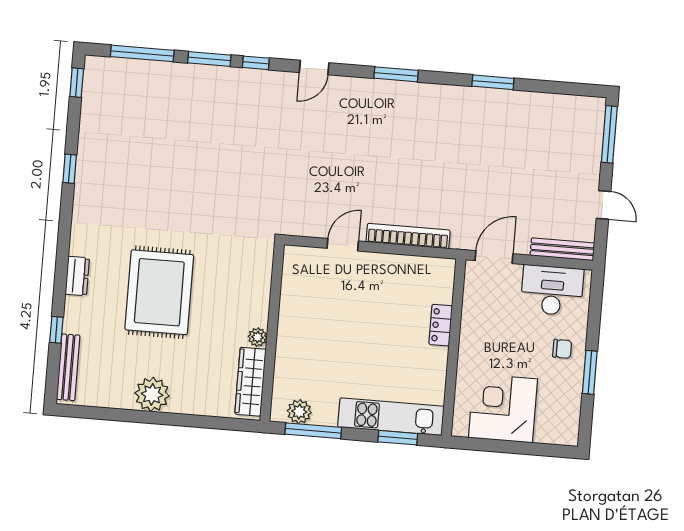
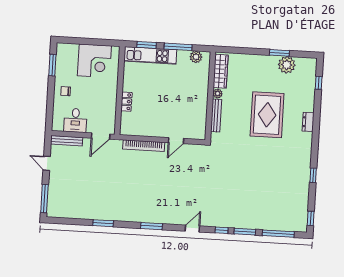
desk: (552, 290) -> (75, 120), width x0.73
window: (56, 330) -> (319, 83), moved
bench: (68, 367) -> (216, 116), moved
window: (590, 372) -> (52, 65), moved
plant: (152, 394) -> (287, 65), moved
window: (132, 416) -> (279, 53), added
window: (313, 431) -> (178, 47), moved

